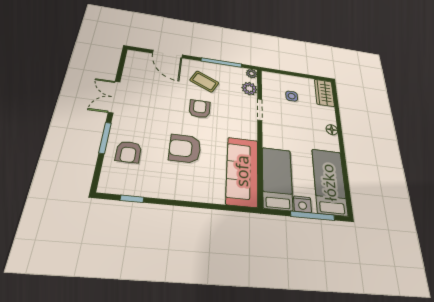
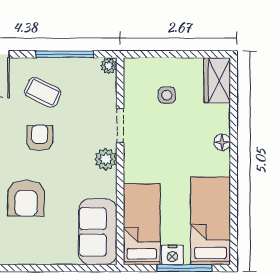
plant: (249, 89) -> (106, 159), moved
armchair: (185, 149) -> (26, 198), turned -89
sofa: (242, 171) -> (98, 232), width x0.73

